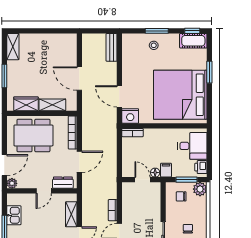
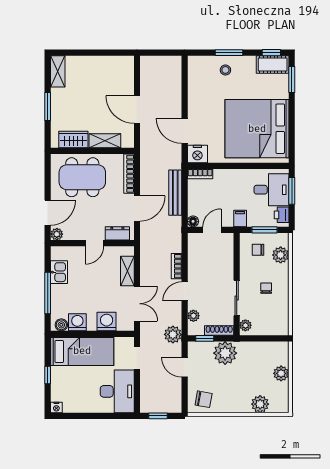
bench: (112, 47) -> (175, 193), moved, width x1.36
window: (209, 72) -> (292, 79), moved
window: (209, 147) -> (292, 191), added
floor lamp: (155, 173) -> (193, 221), moved
door: (142, 180) -> (212, 230), hinge flipped
plant: (200, 189) -> (281, 255), moved

